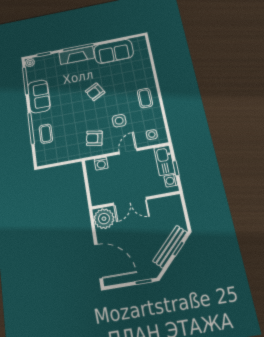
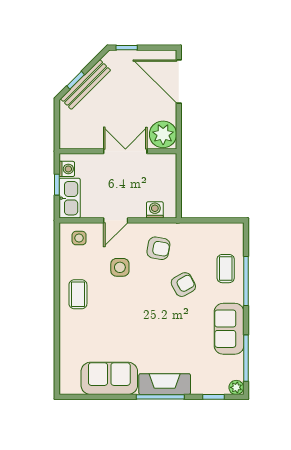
armchair: (95, 92) -> (183, 285), moved

